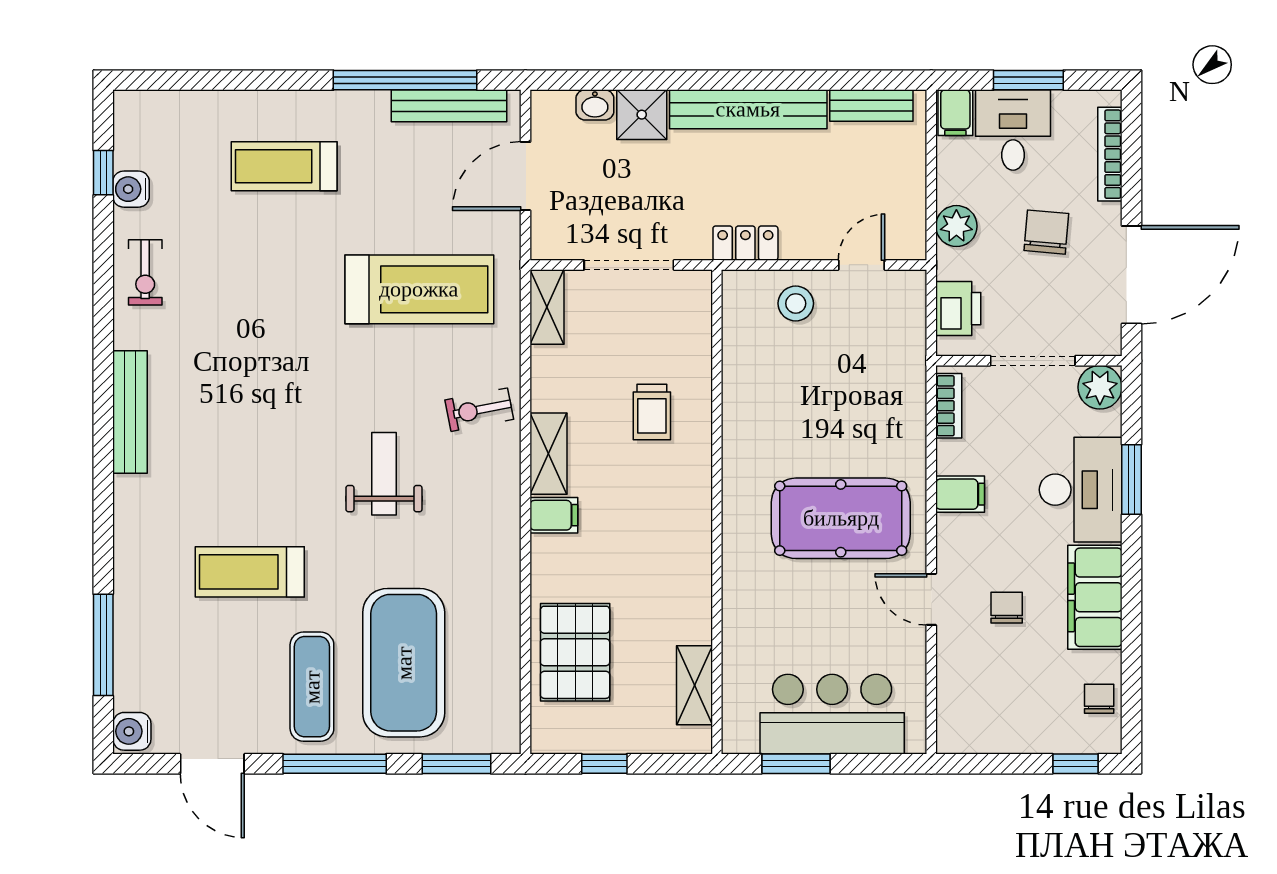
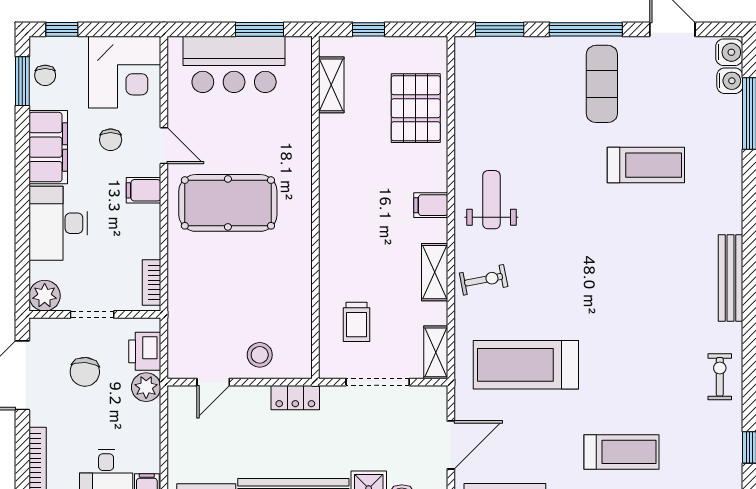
water cooler: (131, 189) -> (730, 81), moved
plant: (956, 226) -> (146, 387), moved
chair: (1046, 232) -> (85, 372), moved
doorway: (1033, 361) -> (92, 314), width x0.73
trolley: (652, 412) -> (357, 322), moved, turned 180
shelving: (548, 454) -> (435, 272), moved
weight bench: (384, 474) -> (491, 200), moved, turned 180
window: (1131, 479) -> (22, 81), moved
filing cabinet: (960, 494) -> (143, 190), moved
exercise mat: (404, 663) -> (537, 101), removed
corner desk: (987, 703) -> (125, 72), added
window: (604, 764) -> (369, 29), moved

